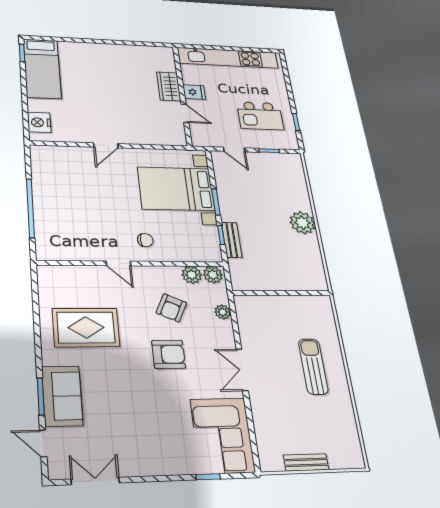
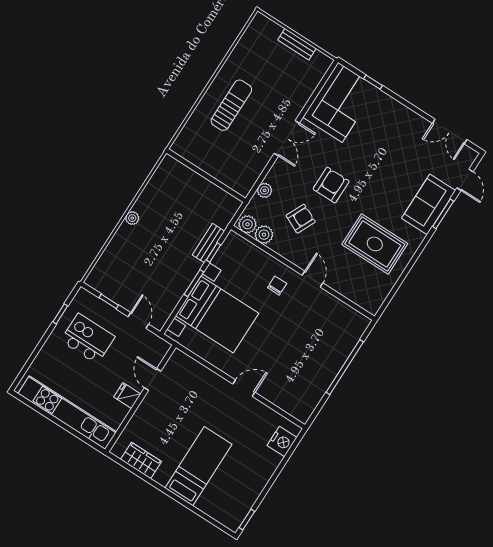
bed: (42, 69) -> (199, 466), moved
wardrobe: (169, 86) -> (141, 460), moved, turned -90
plant: (302, 223) -> (132, 218), width x0.53, depth x0.53
chair: (145, 240) -> (277, 286), turned 90
armchair: (169, 354) -> (331, 185), turned 90
sun lounger: (313, 366) -> (231, 105), turned 180

